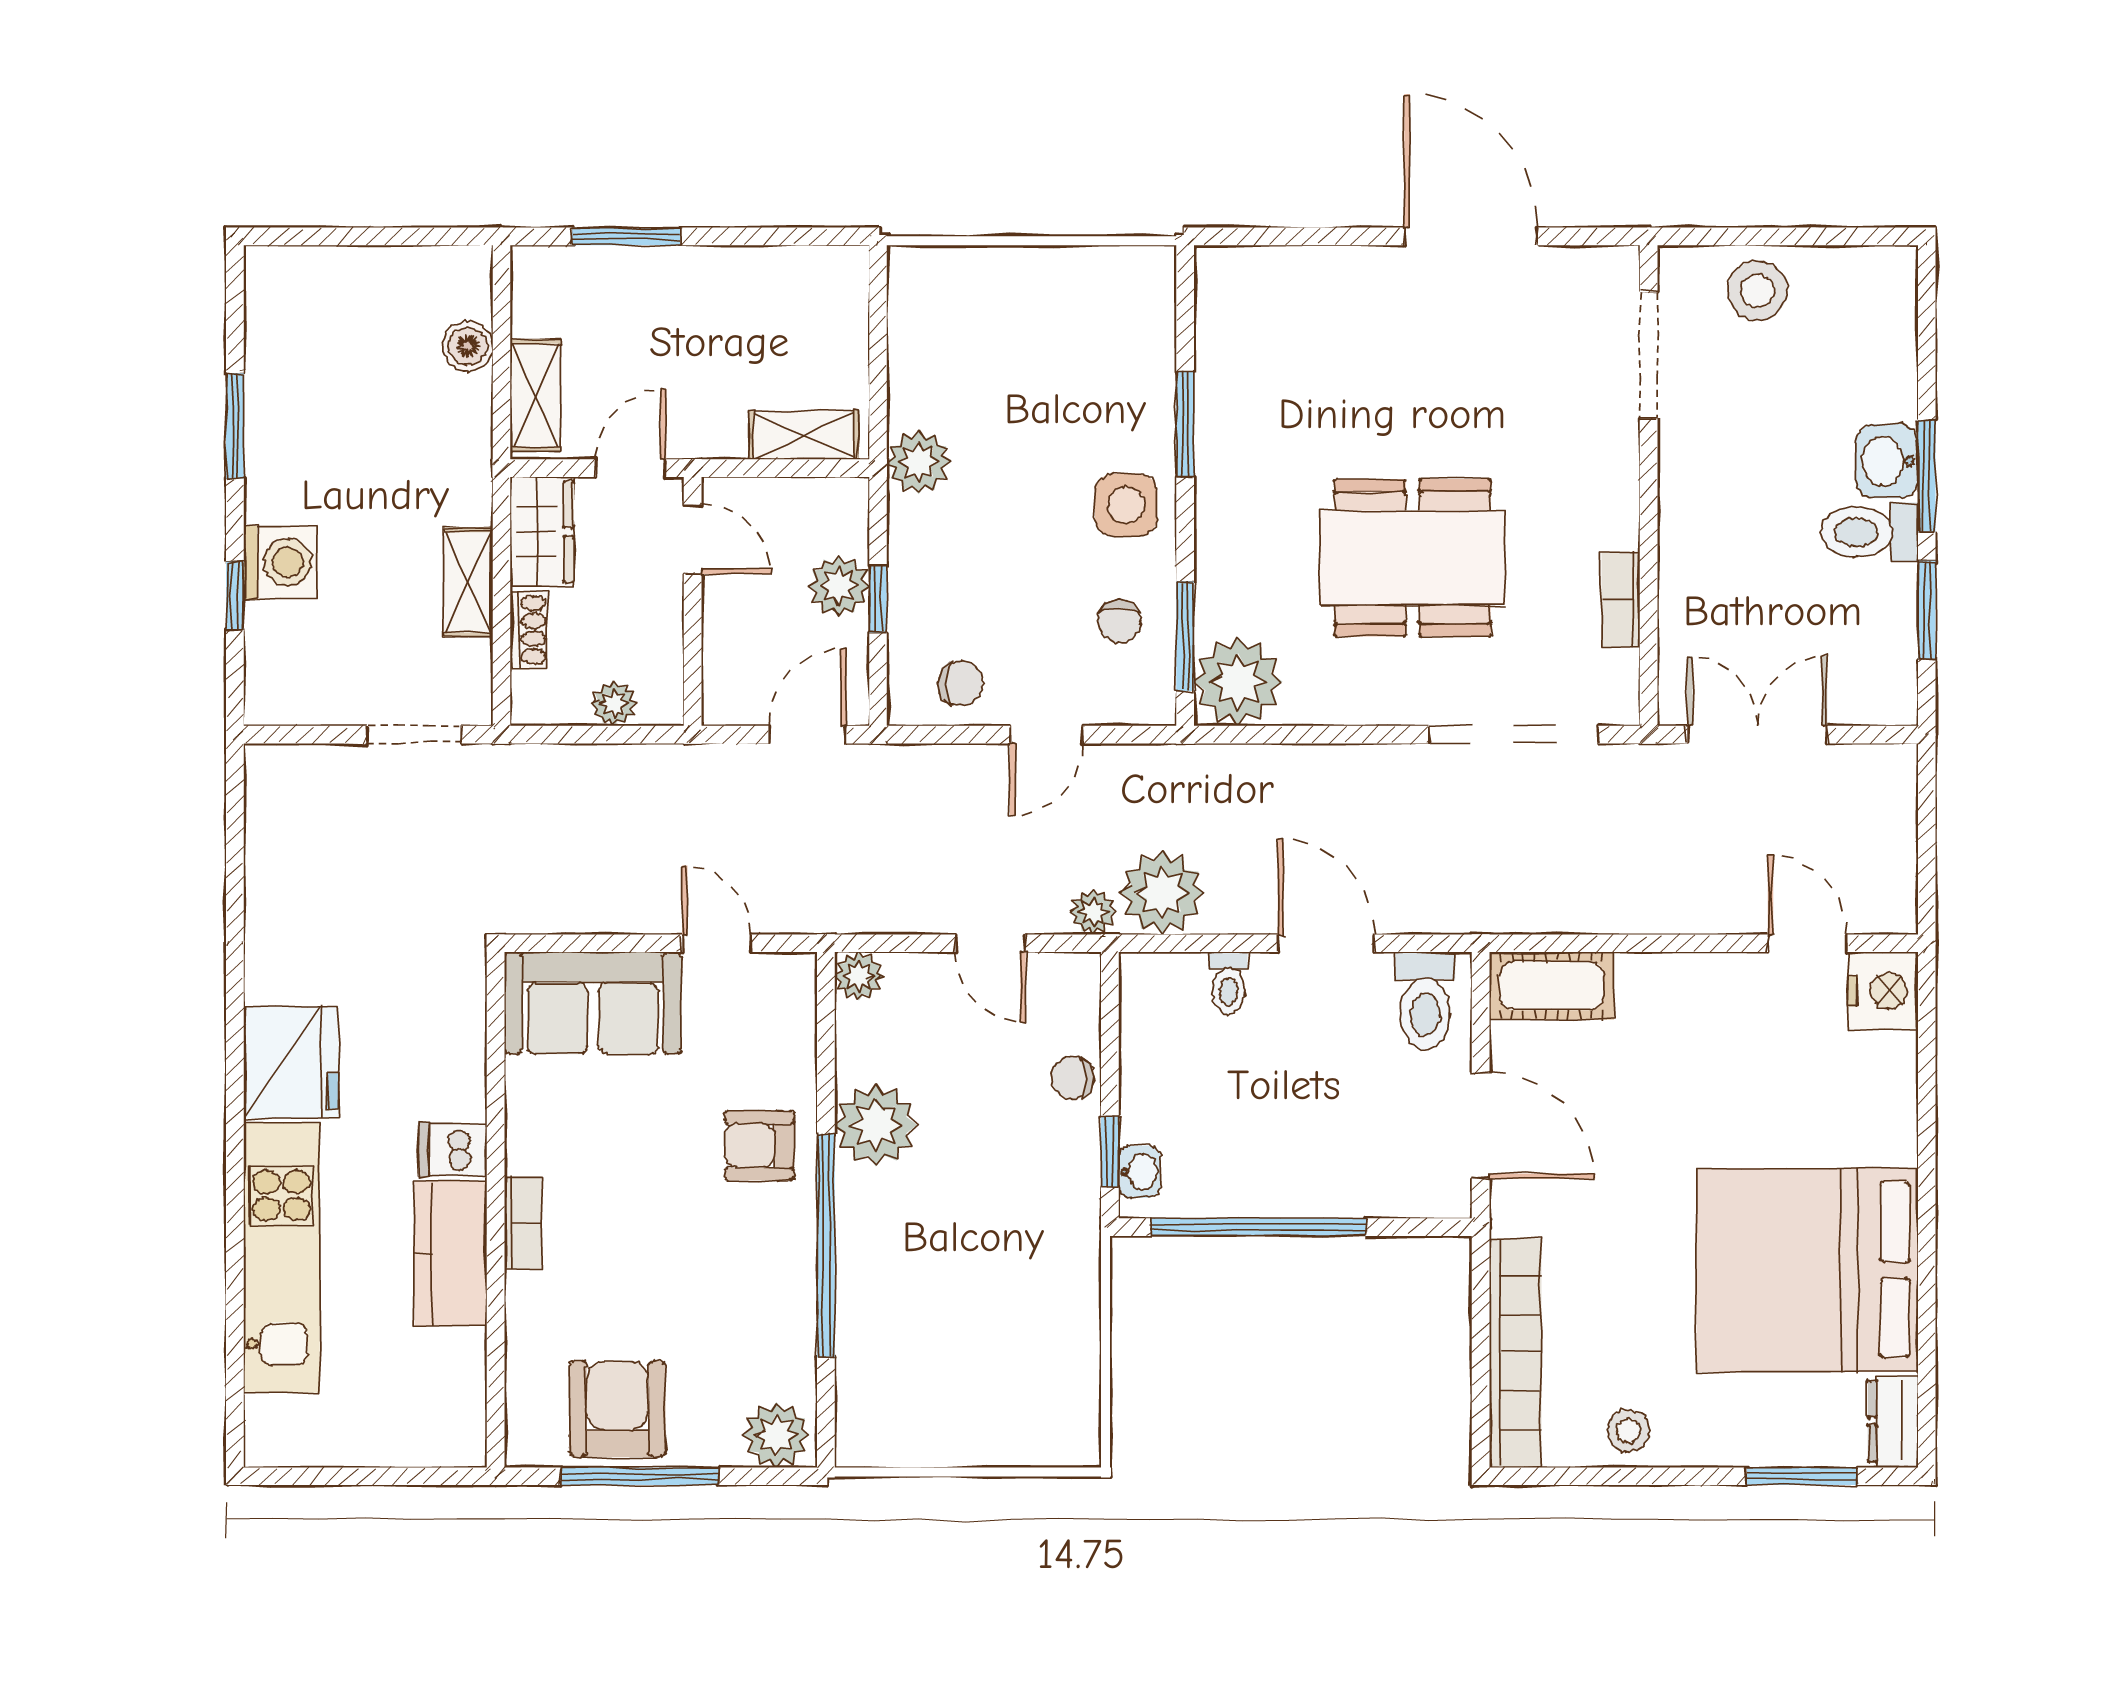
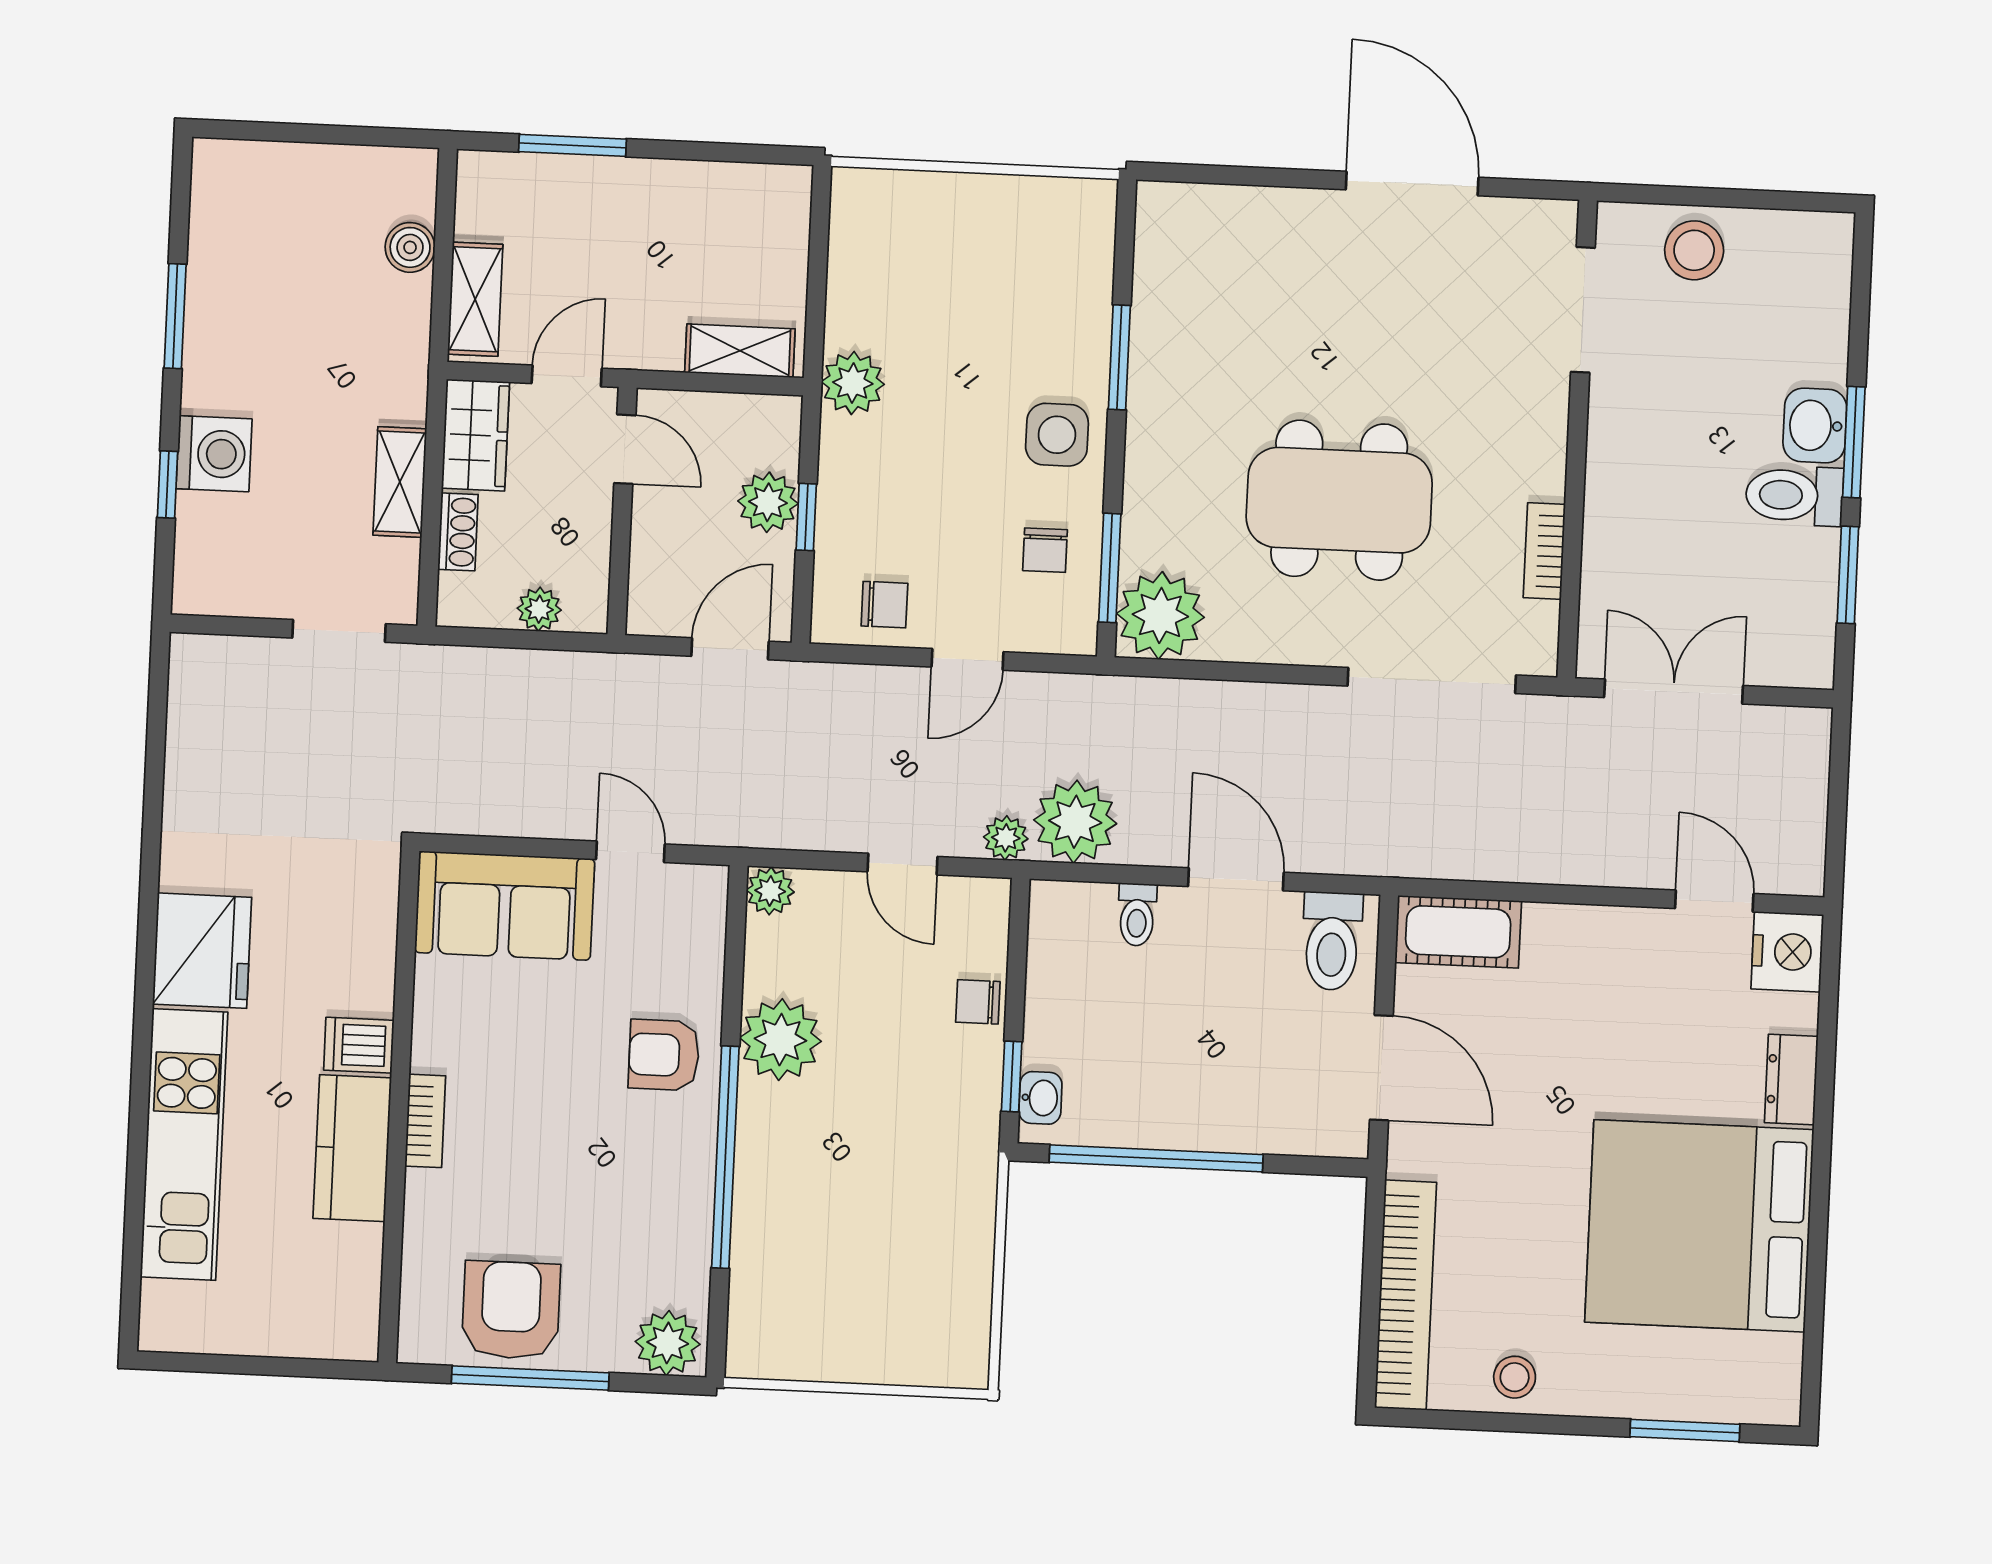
dresser: (1893, 1421) -> (1791, 1080), moved

